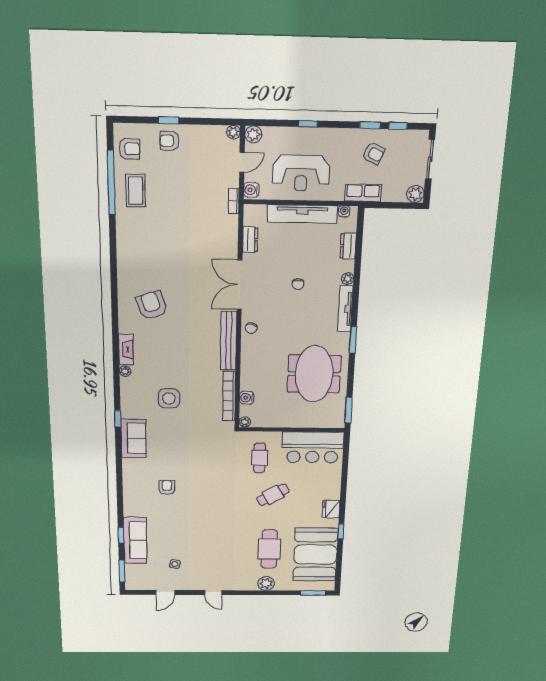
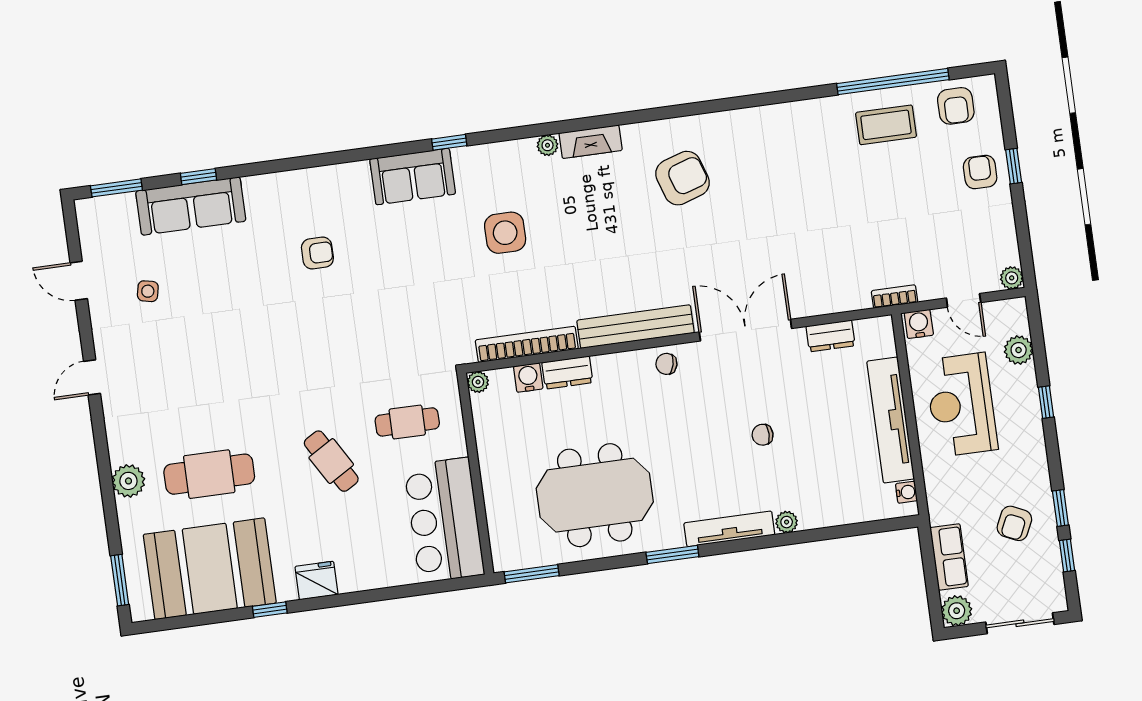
plant: (253, 134) -> (1019, 350), moved
row of seats: (363, 193) -> (949, 557), moved
dresser: (348, 246) -> (567, 373), moved, turned 180

